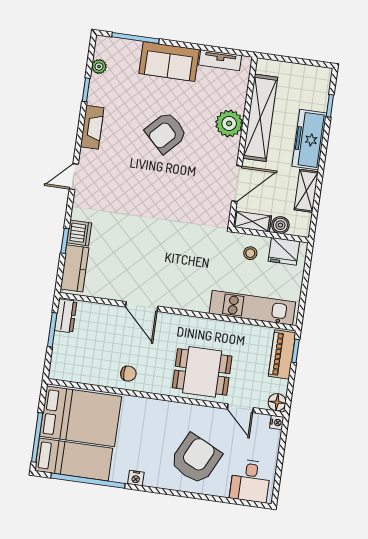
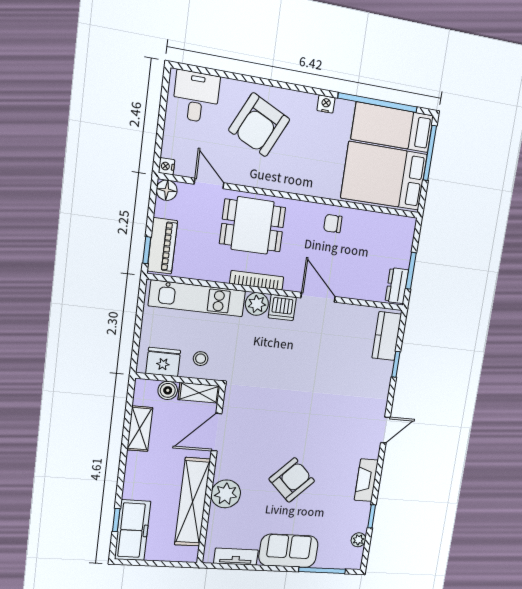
freezer: (309, 140) -> (133, 530), moved
dishwasher: (79, 233) -> (282, 307), moved, turned -90
plant: (199, 302) -> (257, 304), added
bookcase: (199, 323) -> (257, 280), added

